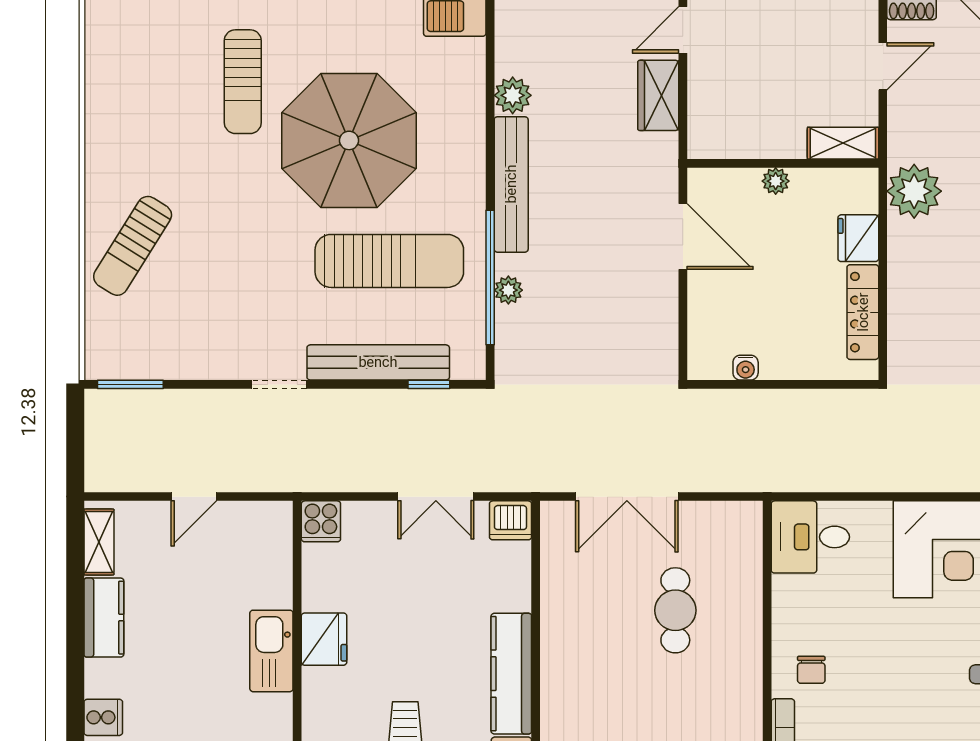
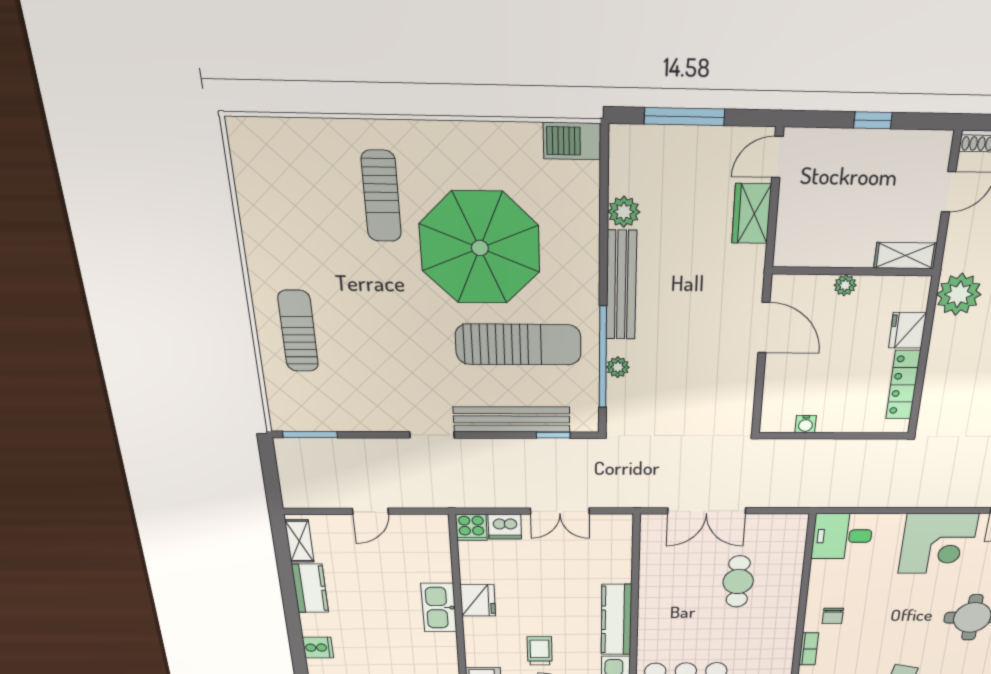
sun lounger: (133, 246) -> (298, 331), turned 148
dishwasher: (510, 520) -> (505, 527), moved

